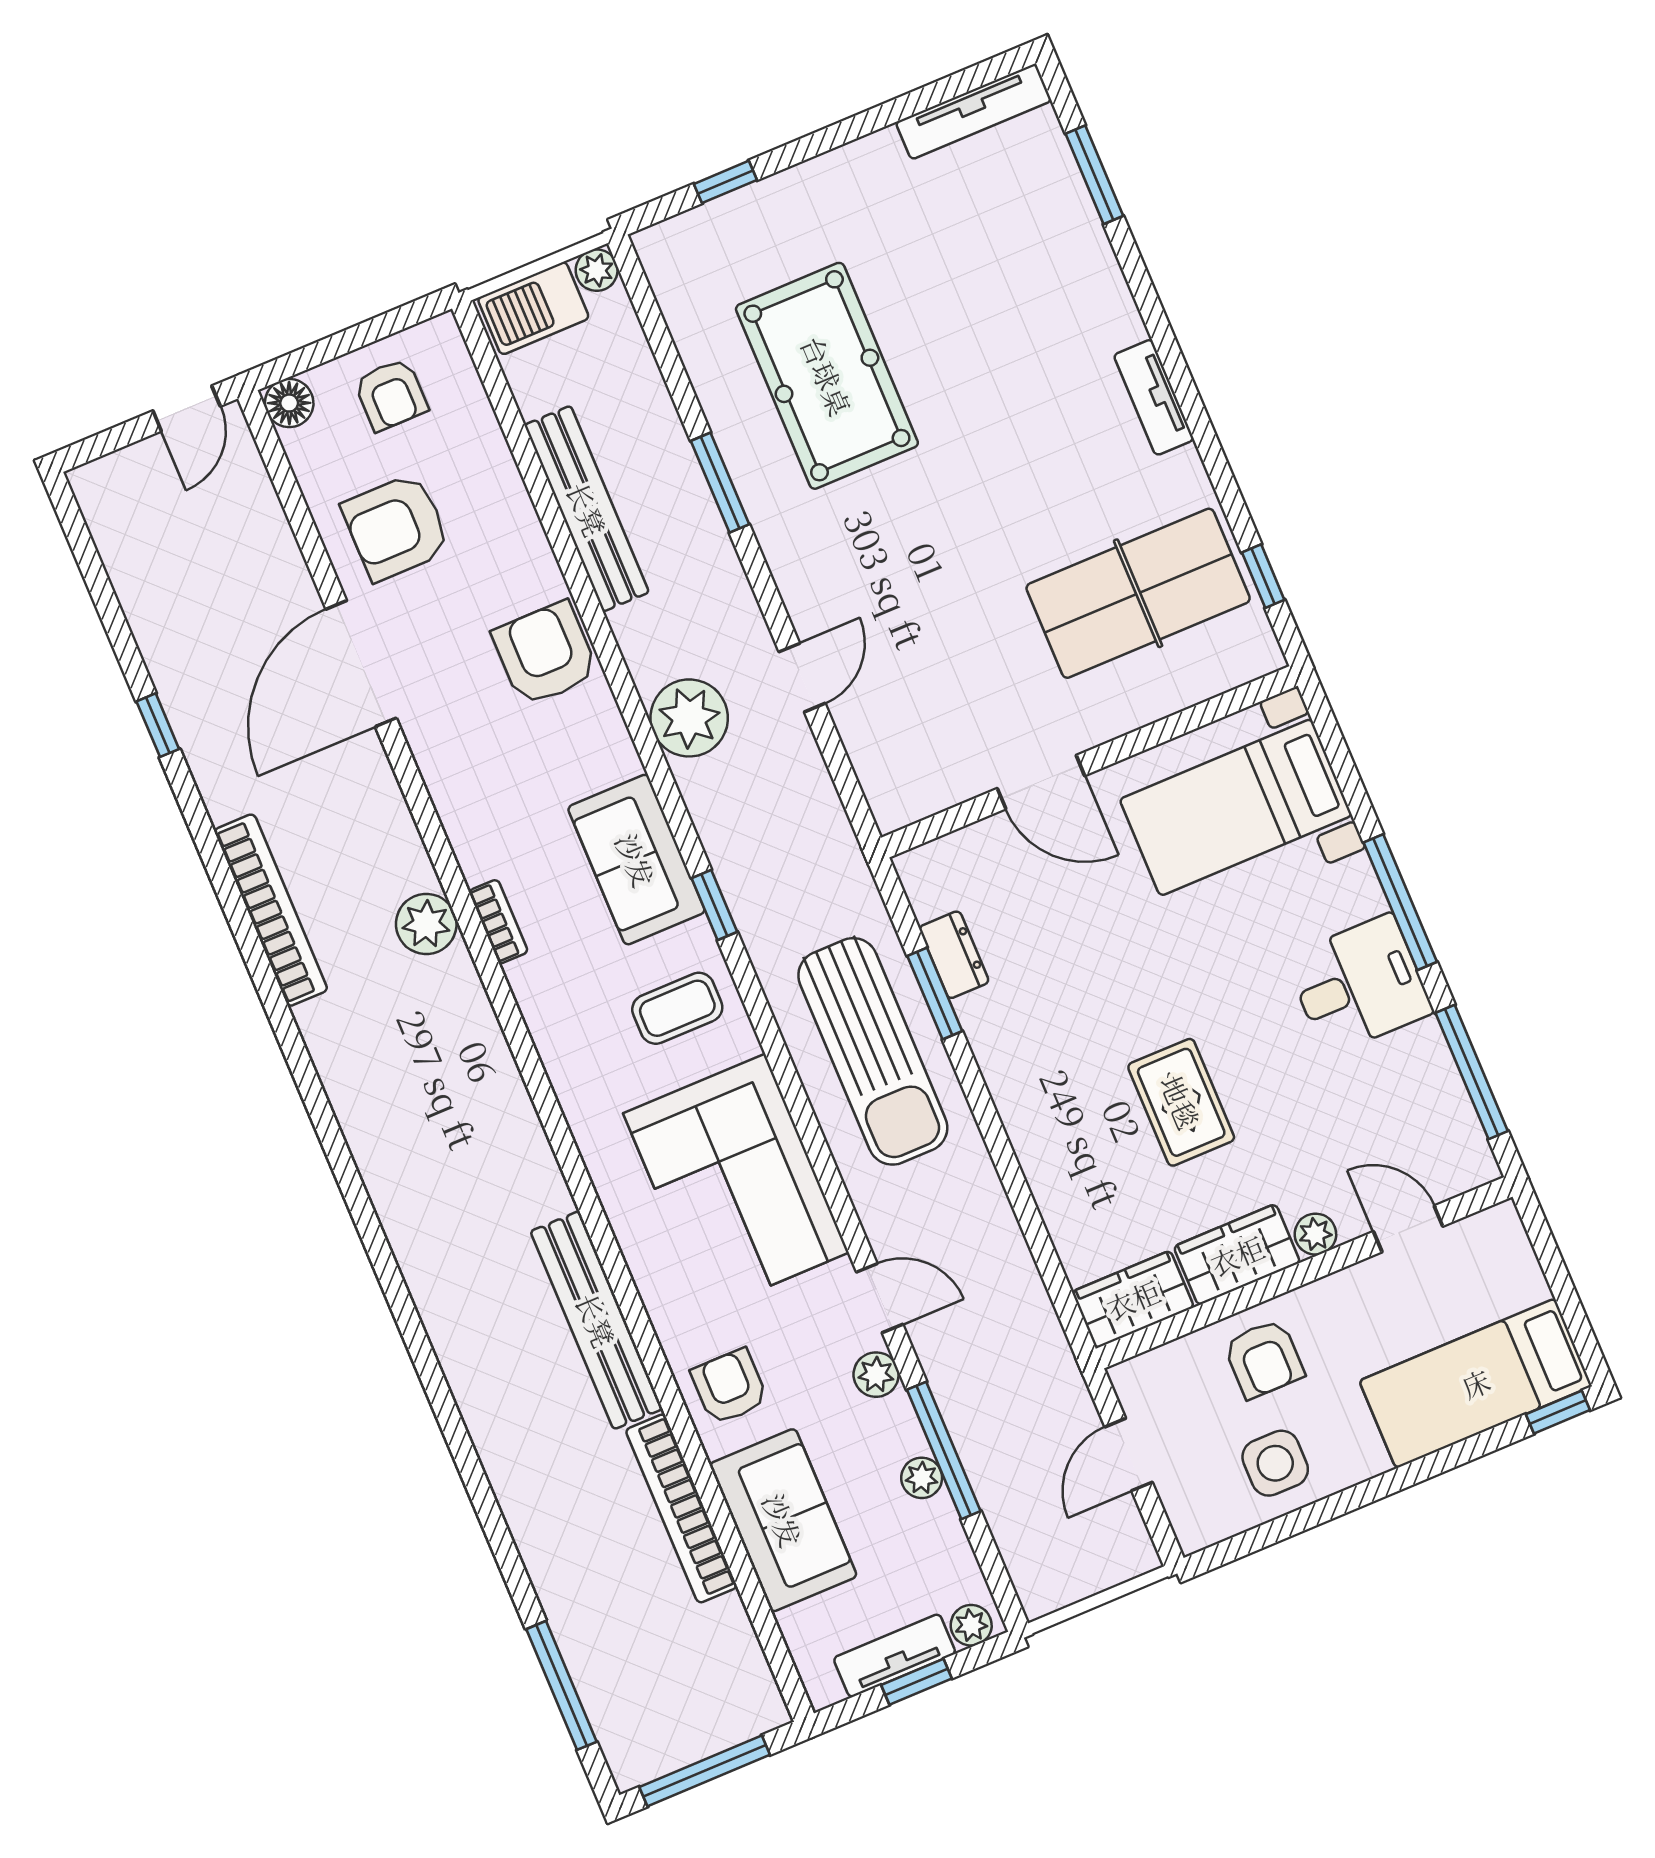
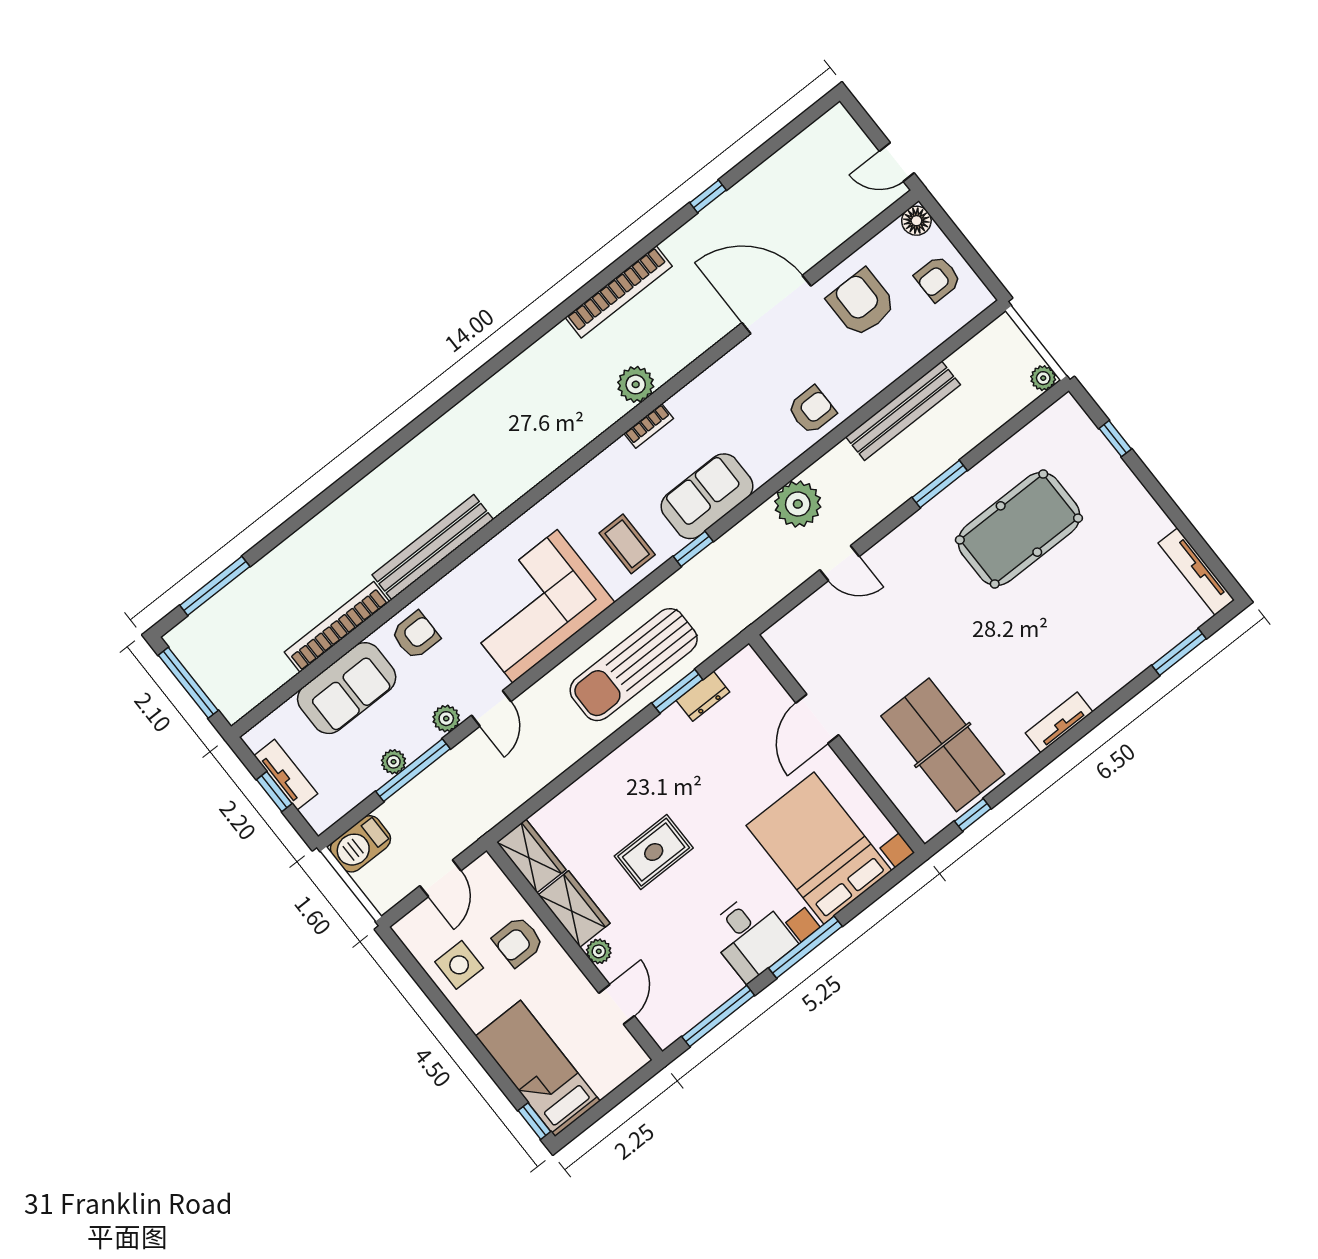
barbecue: (533, 308) -> (360, 844), moved, turned -90
armchair: (545, 654) -> (812, 410), width x0.72, depth x0.72
bed with nightstands: (1236, 807) -> (819, 848), width x1.36
door: (1129, 1455) -> (440, 878), swing flipped
plant: (971, 1625) -> (316, 814), removed

